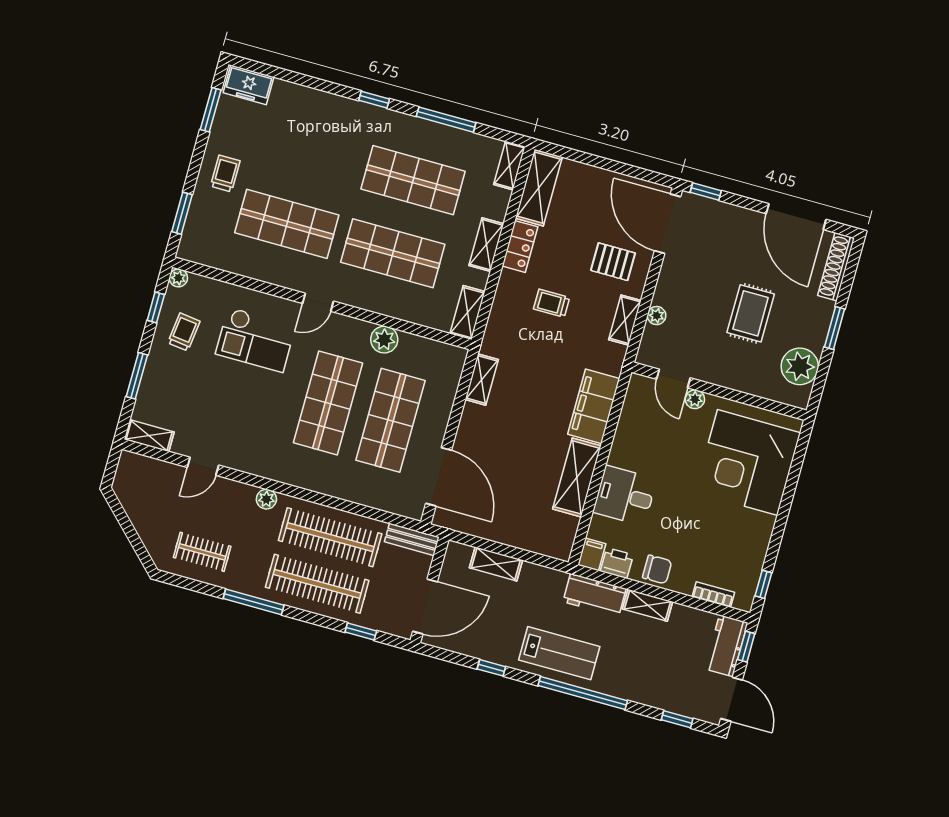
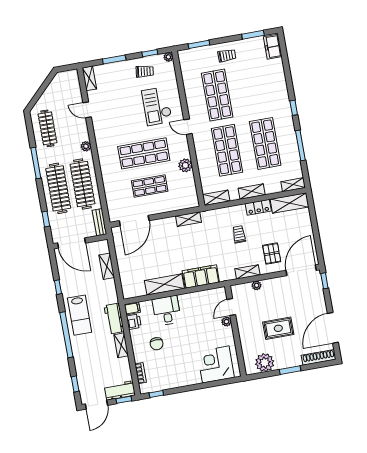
shop shelf: (391, 420) -> (150, 186), width x0.70, depth x0.74
corner desk: (748, 463) -> (216, 364), width x0.74, depth x0.74
clothes rail: (202, 552) -> (47, 128), width x1.36
chair: (657, 569) -> (157, 344), moved

